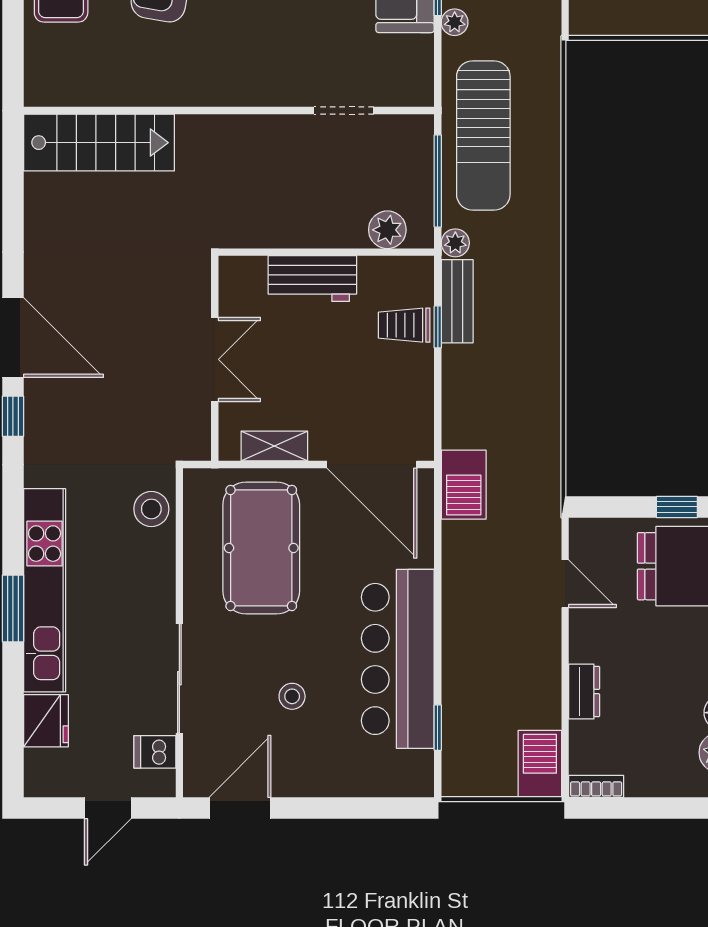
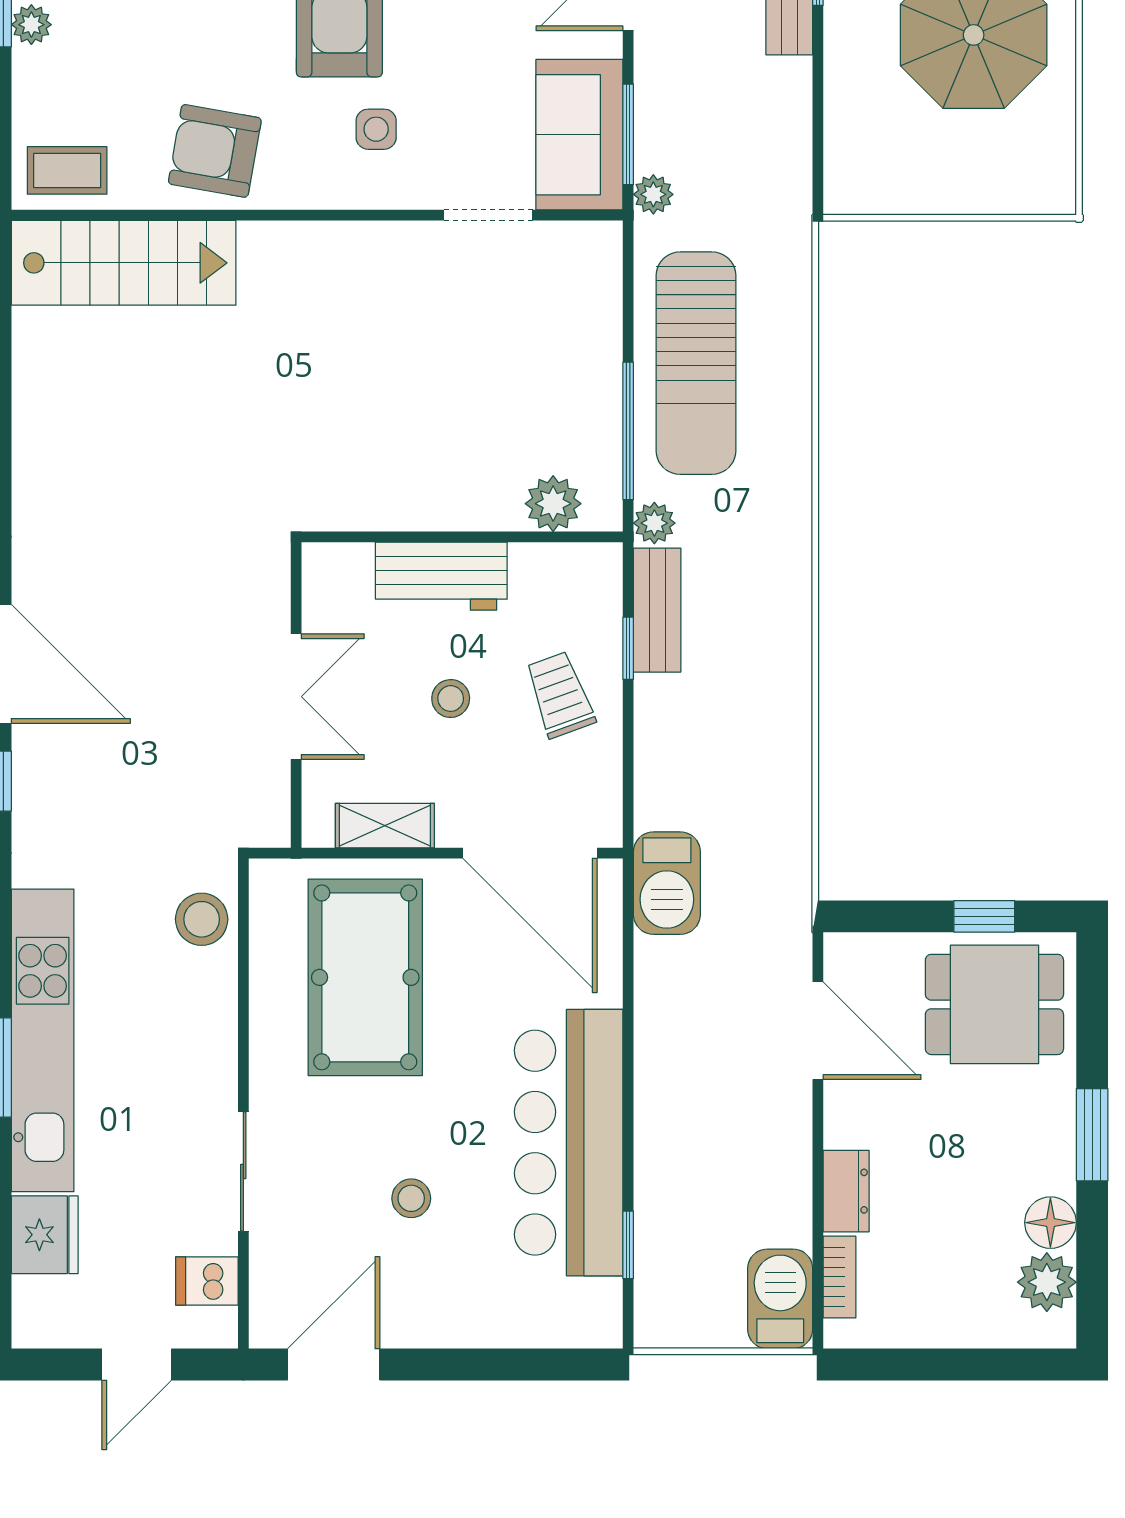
wall: (229, 111) -> (317, 215), moved
doorway: (344, 111) -> (488, 215), moved
stairs: (99, 143) -> (124, 263), moved
trolley: (404, 325) -> (560, 695), moved, turned 70
stool: (319, 361) -> (451, 699), added
door: (565, 584) -> (818, 1031), width x1.38
sliding door: (179, 678) -> (243, 1171), width x0.73
bookcase: (596, 786) -> (840, 1277), moved, turned 90

